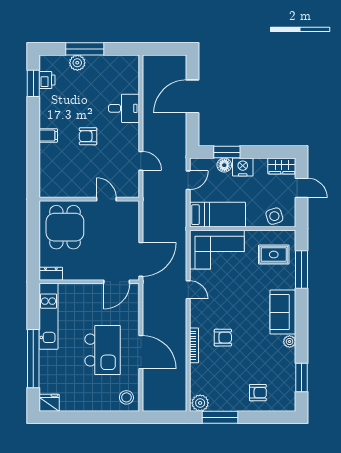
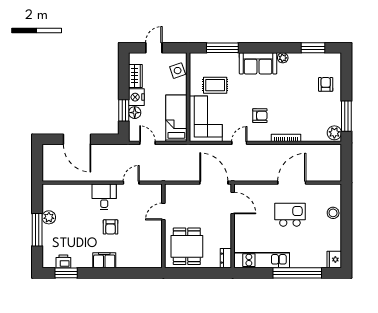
plant: (77, 63) -> (49, 217), moved
desk: (124, 108) -> (104, 197), moved
filing cabinet: (48, 136) -> (104, 260), width x2.00
wardrobe: (282, 166) -> (135, 76), moved
dining table: (65, 227) -> (187, 246), turned 90
rug: (274, 255) -> (215, 85), moved, turned 90
armchair: (223, 338) -> (260, 116), moved, turned 90
kitchen island: (103, 350) -> (290, 215), width x0.73, depth x0.78
stool: (126, 397) -> (333, 213), moved

